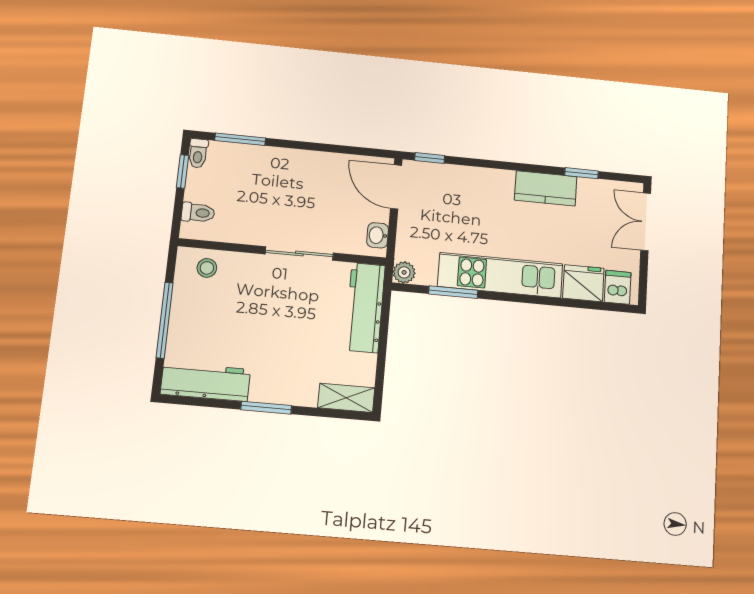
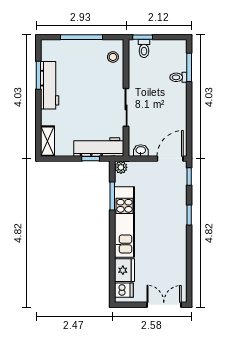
toilet: (198, 153) -> (178, 77), moved
window: (182, 171) -> (143, 37), moved
window: (582, 173) -> (189, 215), moved
kitchen counter: (546, 188) -> (178, 245), removed
window: (384, 324) -> (91, 159), added
workbench: (205, 382) -> (50, 85), moved
window: (266, 408) -> (38, 75), moved

